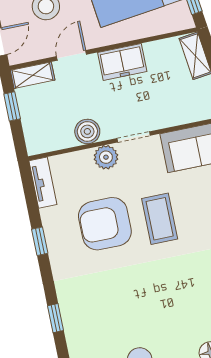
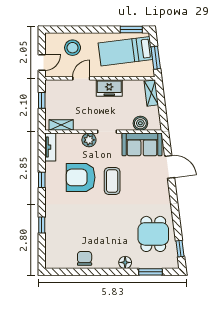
shelving: (33, 75) -> (61, 125), moved
boiler: (87, 131) -> (140, 123), moved

